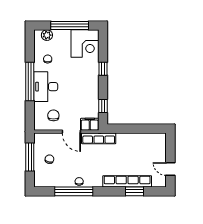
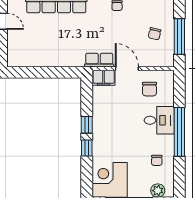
desk: (46, 87) -> (159, 120), width x0.73
window: (103, 106) -> (87, 125), moved
row of seats: (99, 138) -> (99, 60), width x0.68

